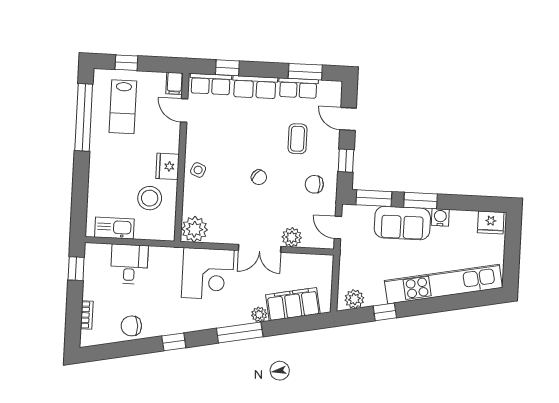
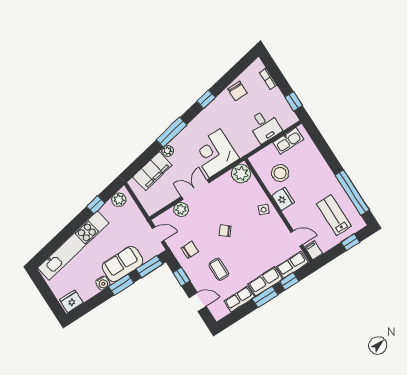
window: (305, 72) -> (265, 297), moved
chair: (131, 326) -> (238, 91), turned 94

